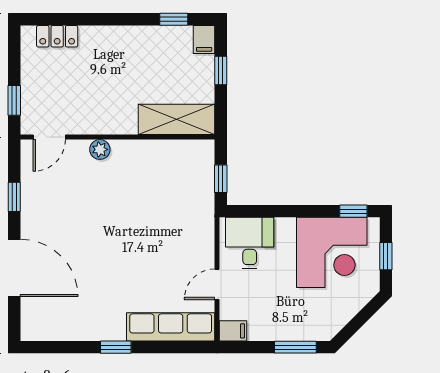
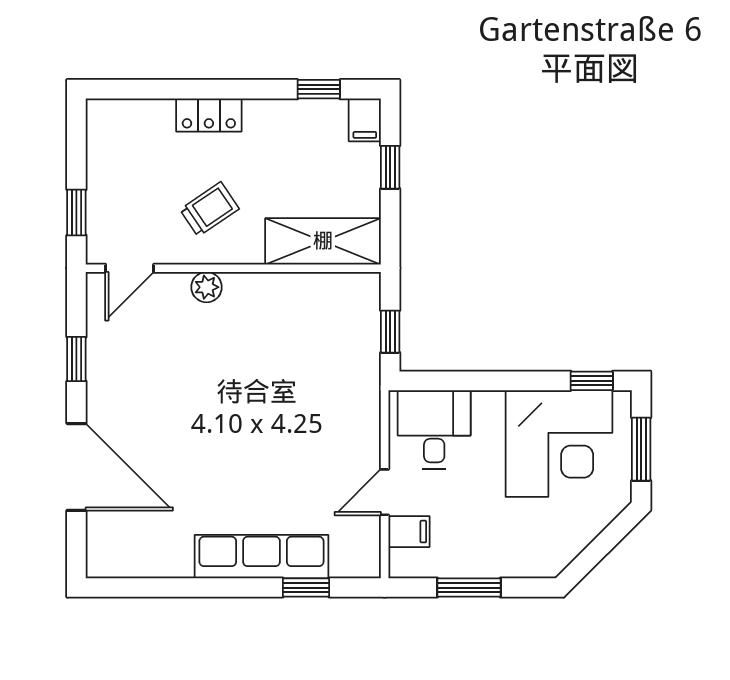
locker: (57, 36) -> (209, 115), moved
trolley: (102, 98) -> (209, 209), added
window: (386, 256) -> (641, 449), width x1.50
row of seats: (171, 327) -> (261, 557), moved
filing cabinet: (233, 331) -> (409, 532), moved
window: (116, 347) -> (306, 588), moved
window: (295, 347) -> (469, 588), moved

